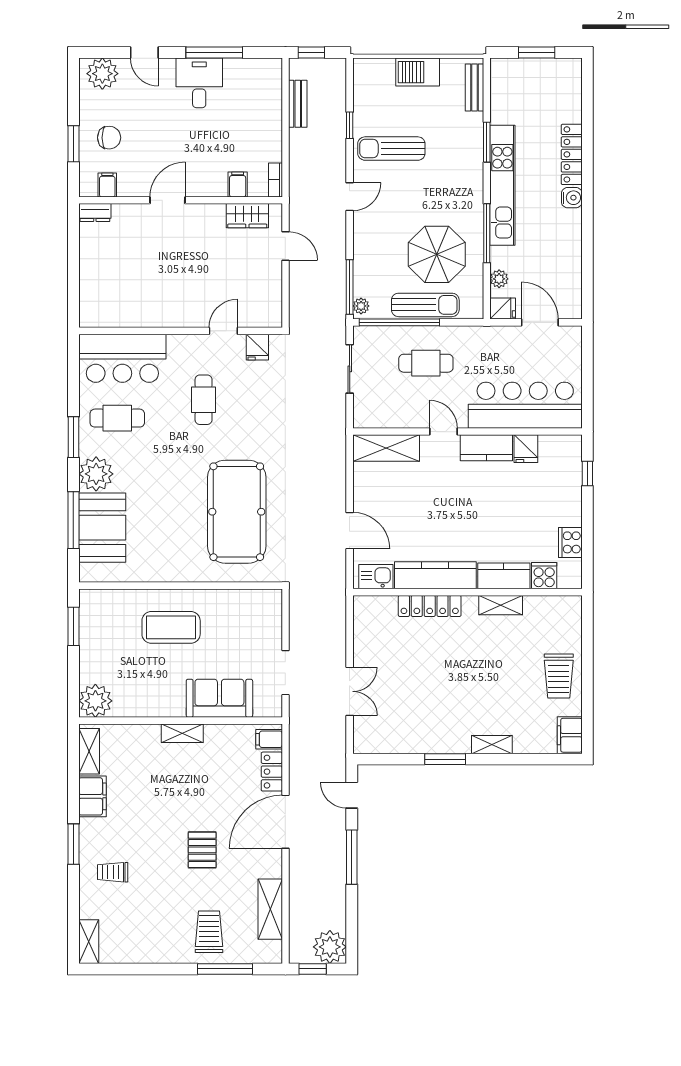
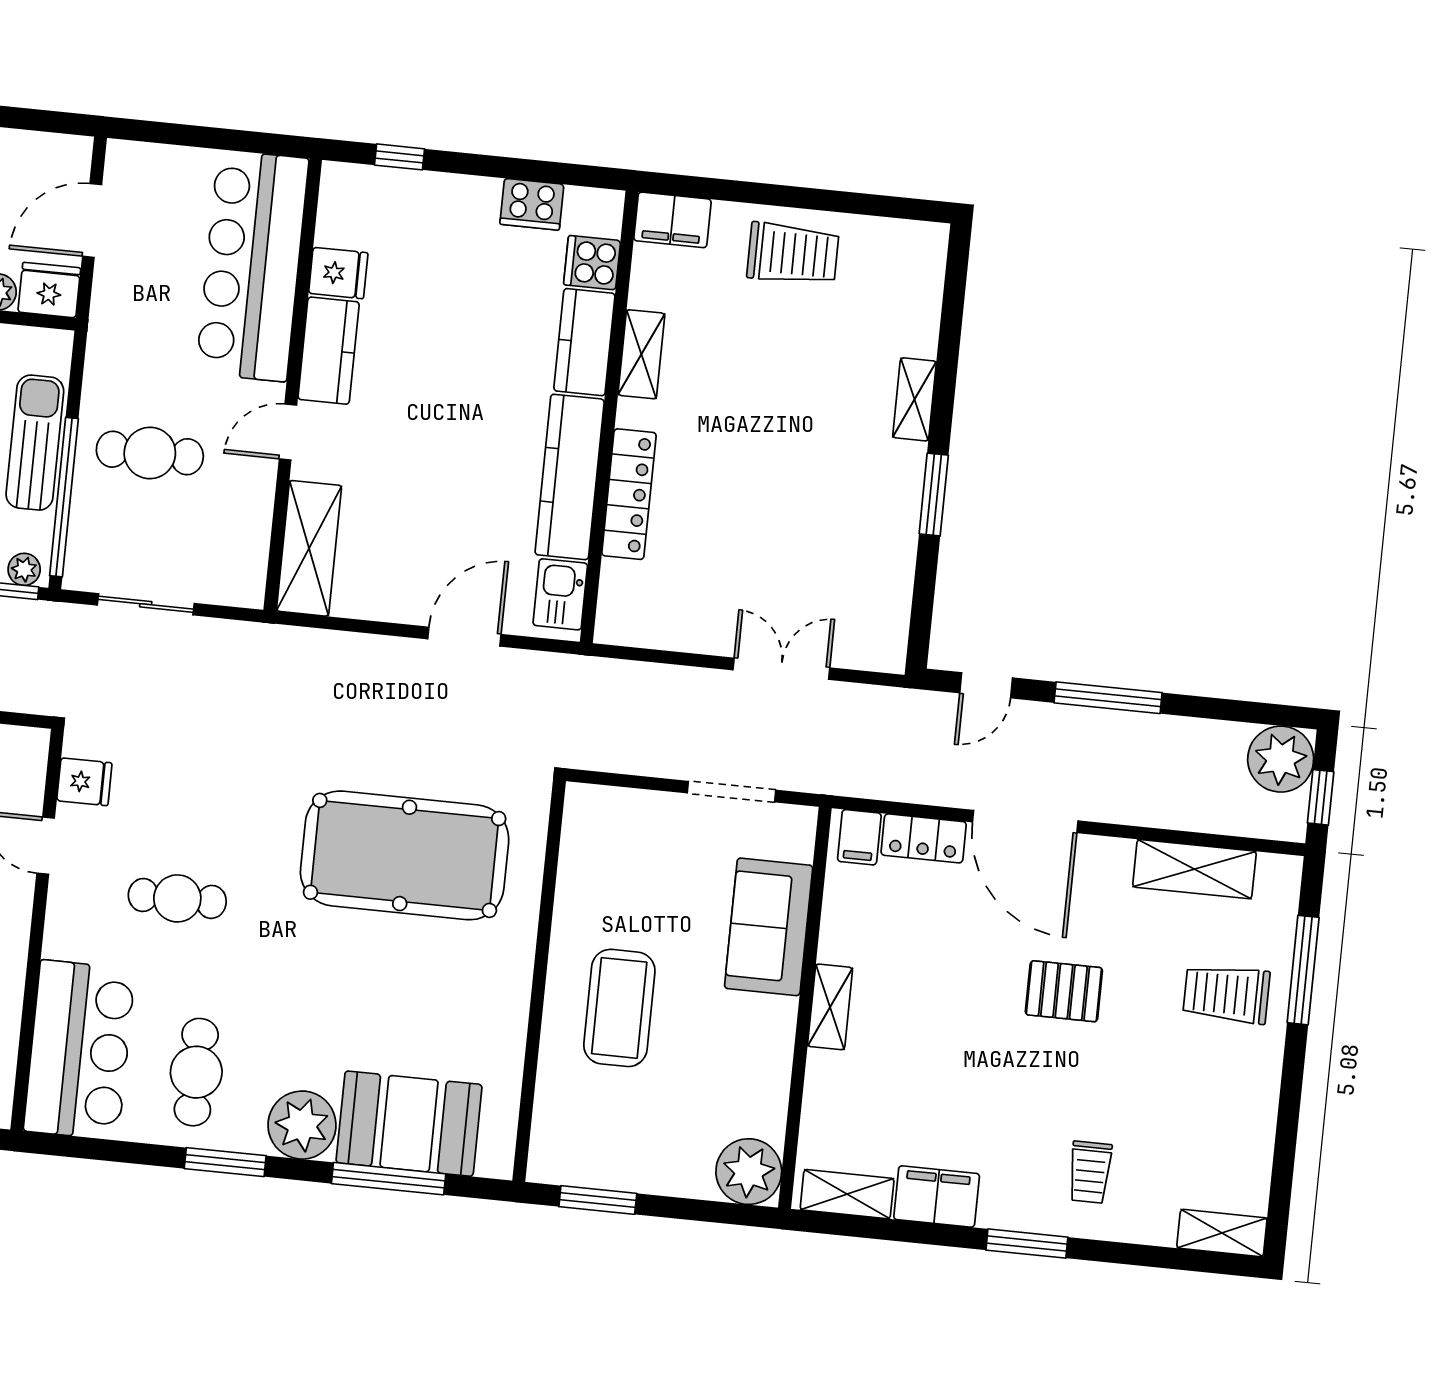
fridge: (503, 308) -> (49, 290), width x1.38
cafe table: (426, 363) -> (150, 453), turned 90
filing cabinet: (570, 735) -> (672, 220), moved

